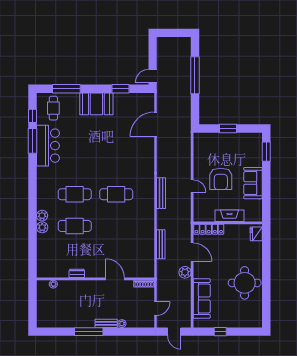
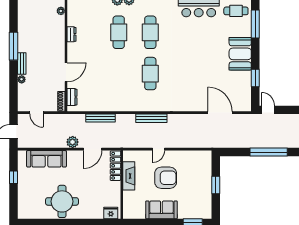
armchair: (221, 179) -> (166, 178), turned 180
fireplace: (230, 216) -> (129, 176), moved
dresser: (140, 273) -> (72, 97), added

